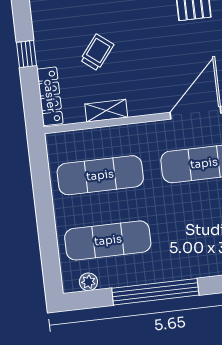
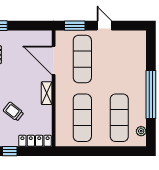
shelving: (106, 111) -> (47, 93), moved

